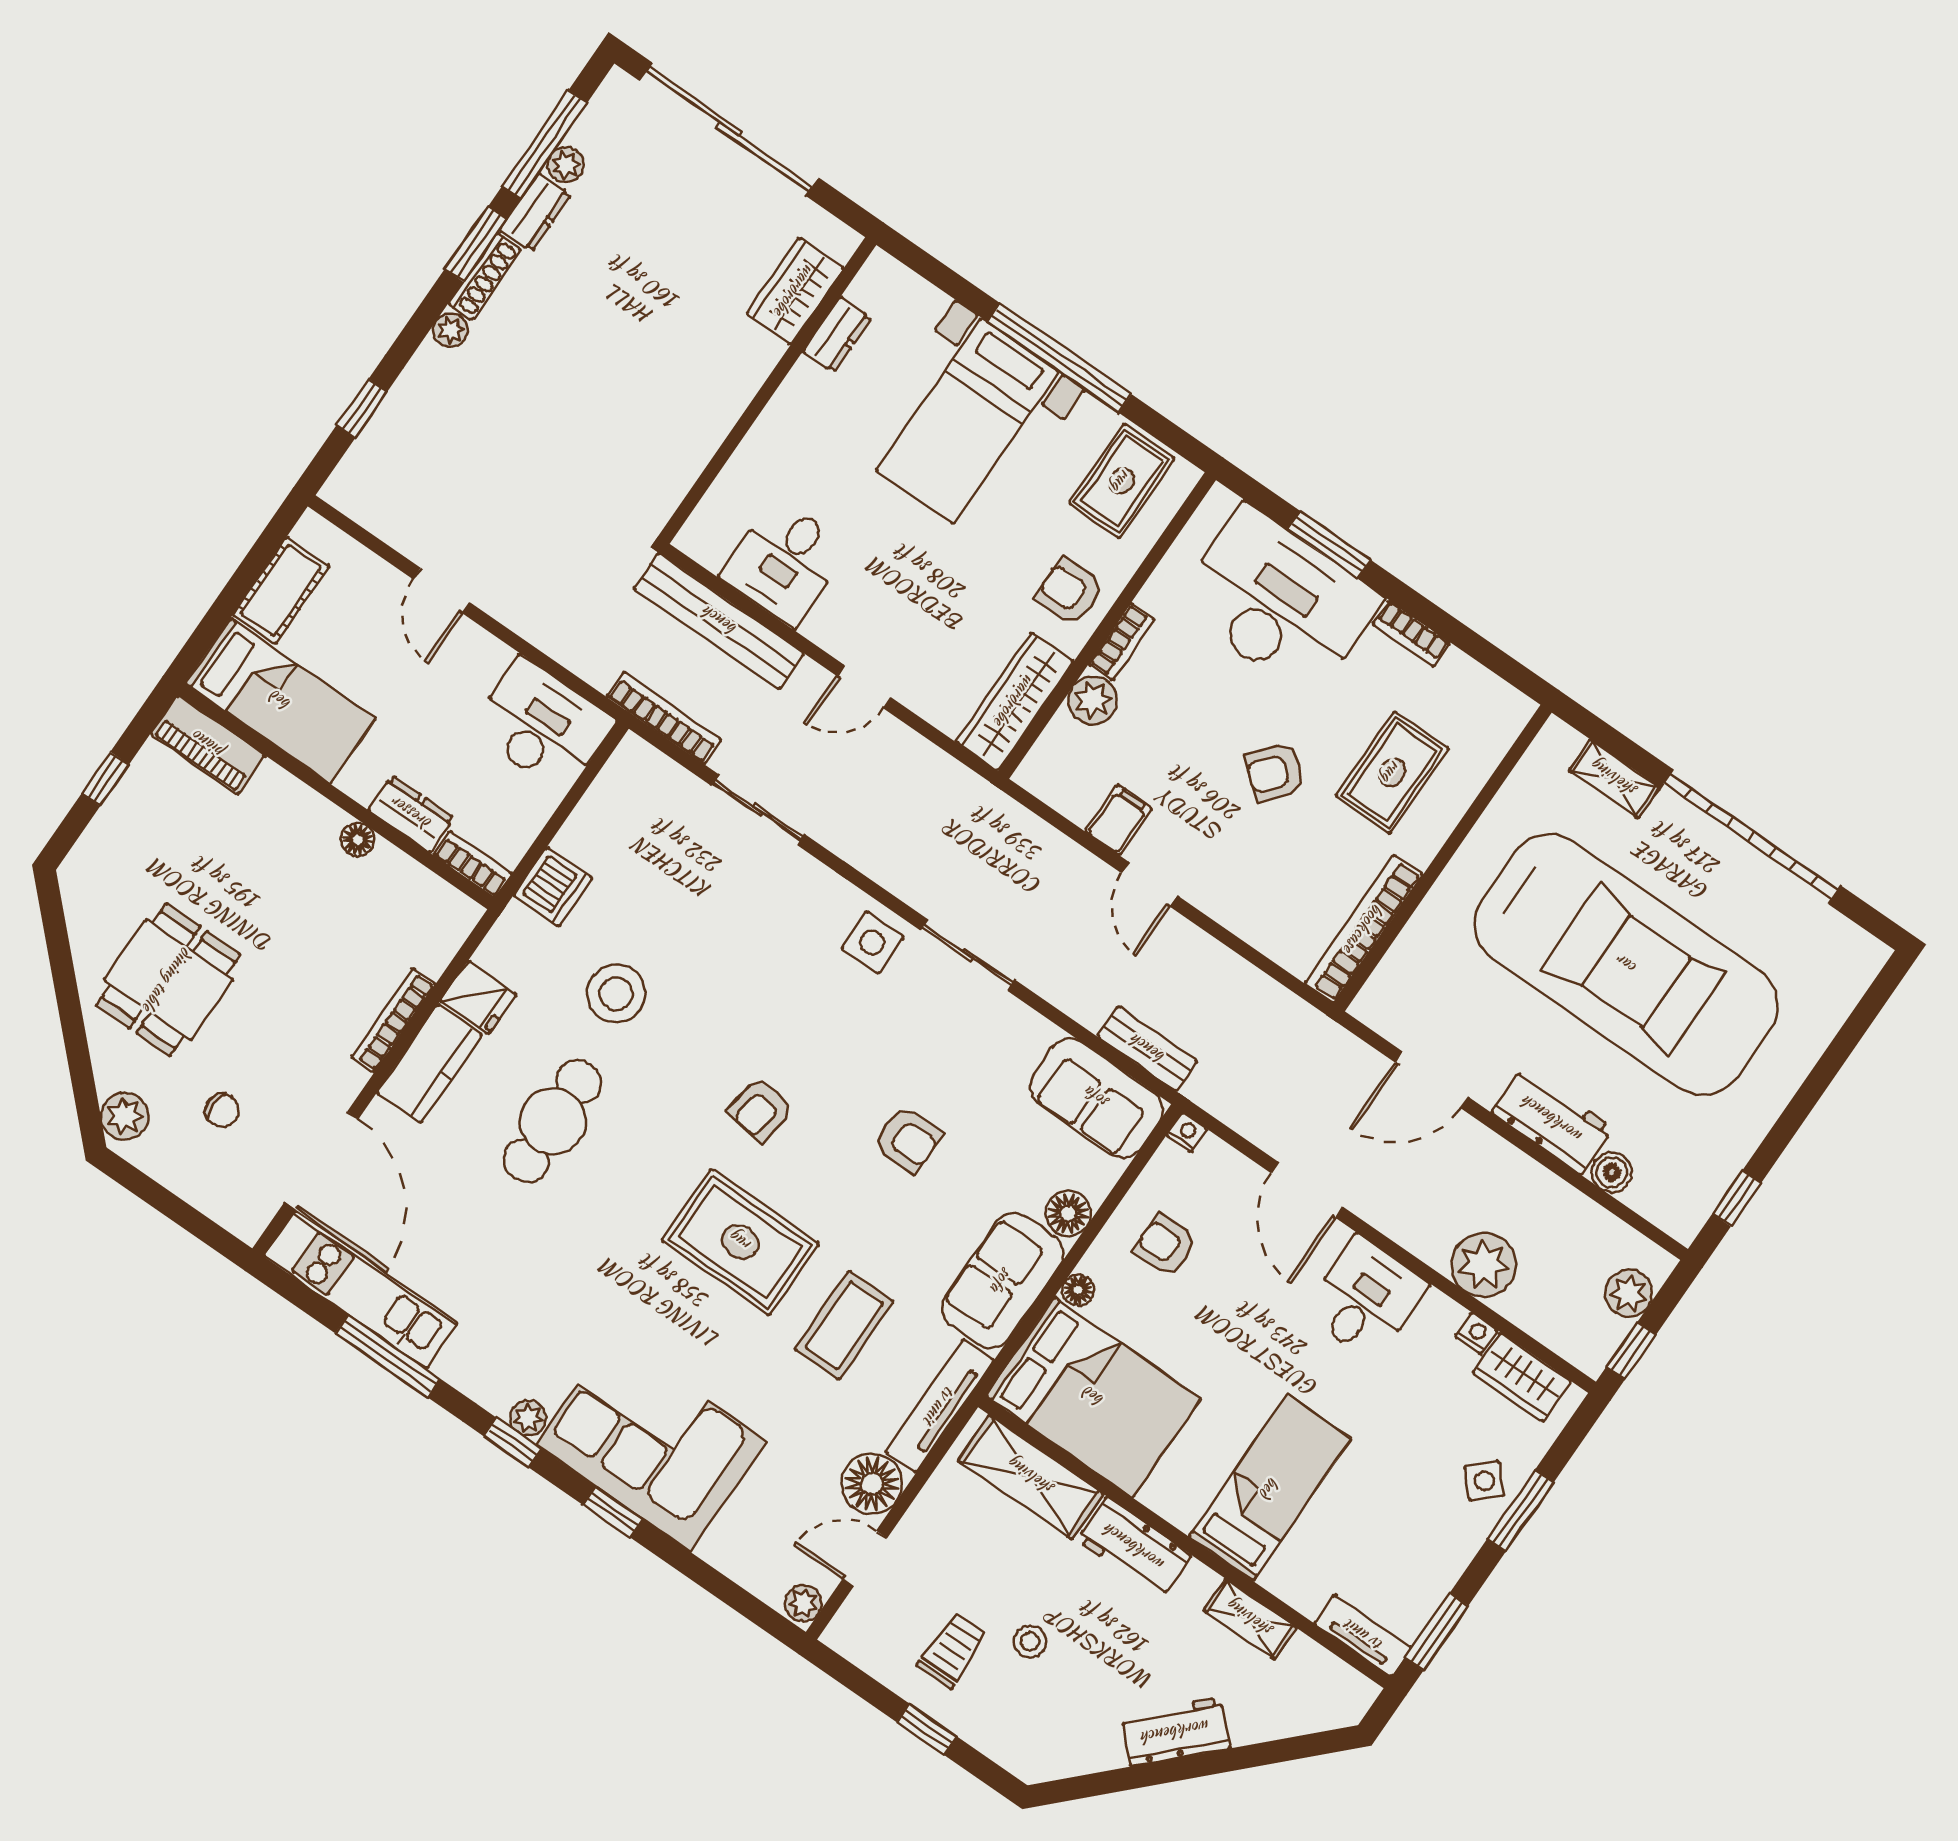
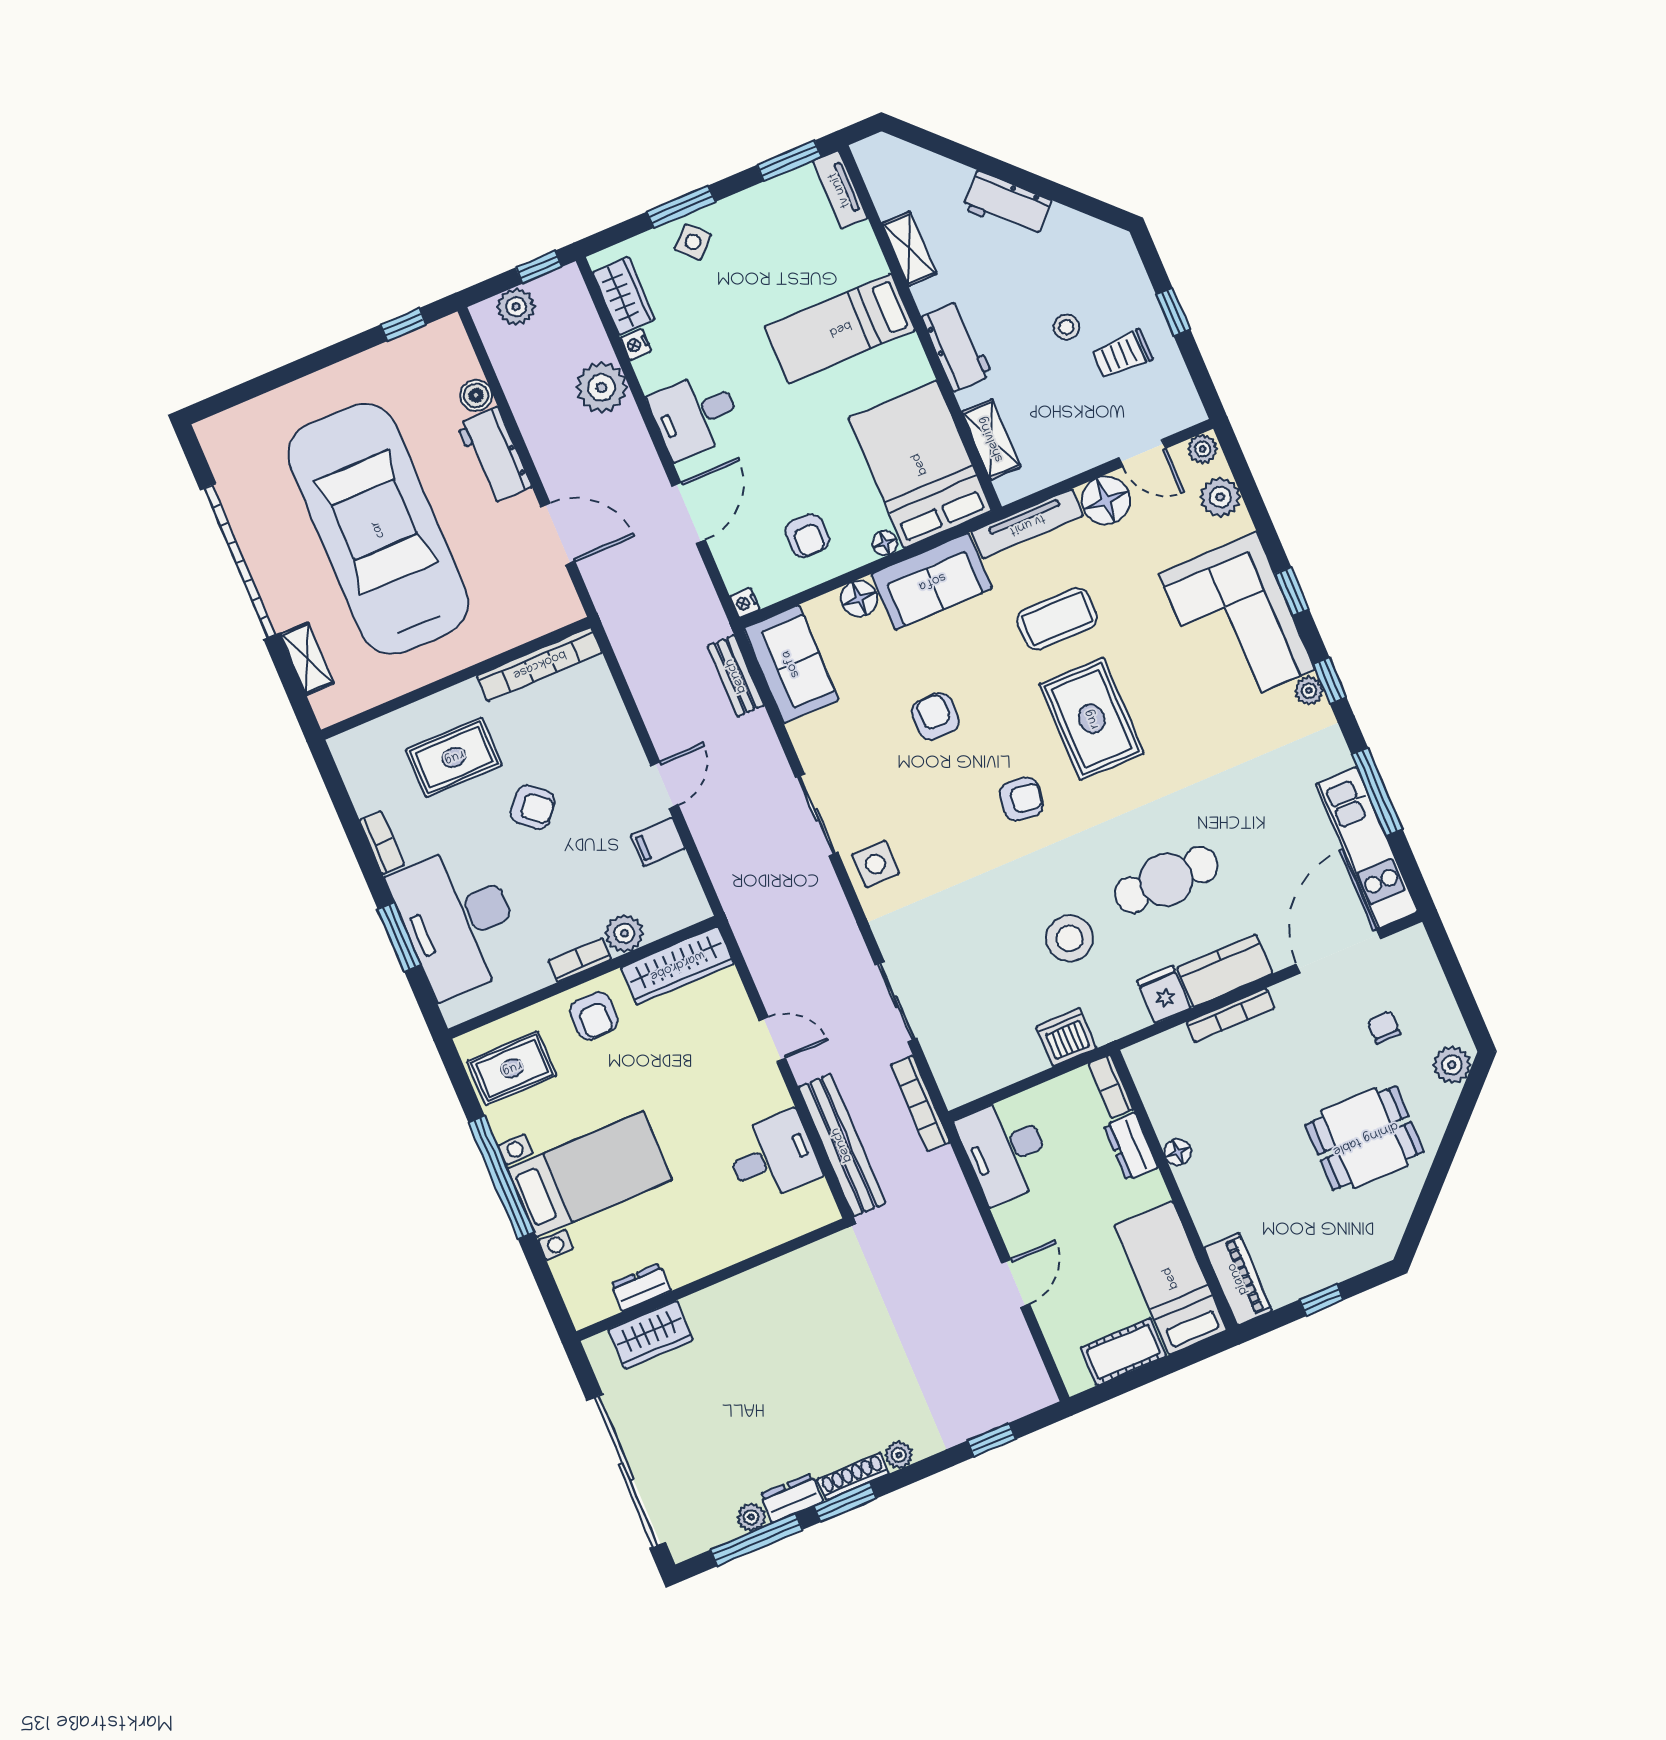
shelving: (1031, 1477) -> (991, 439), width x0.67, depth x0.75
plant: (752, 1564) -> (1220, 497), added

